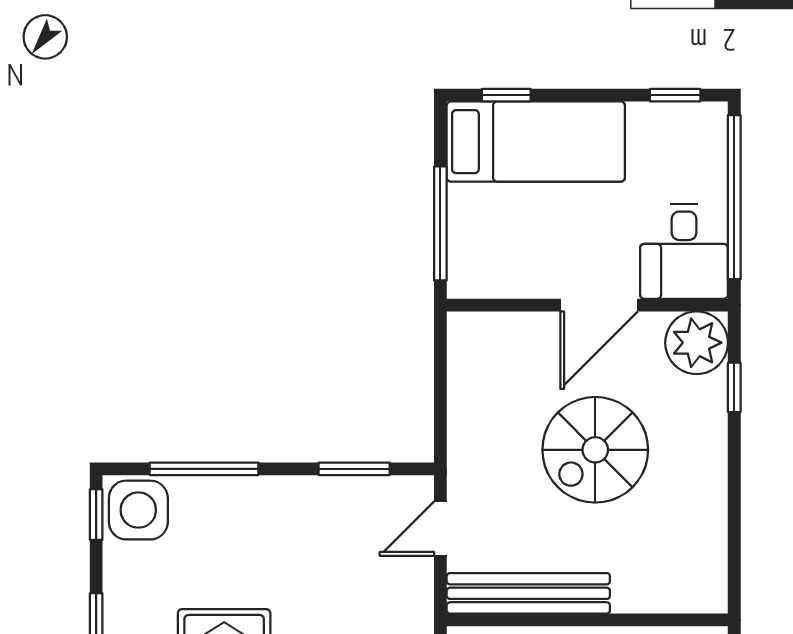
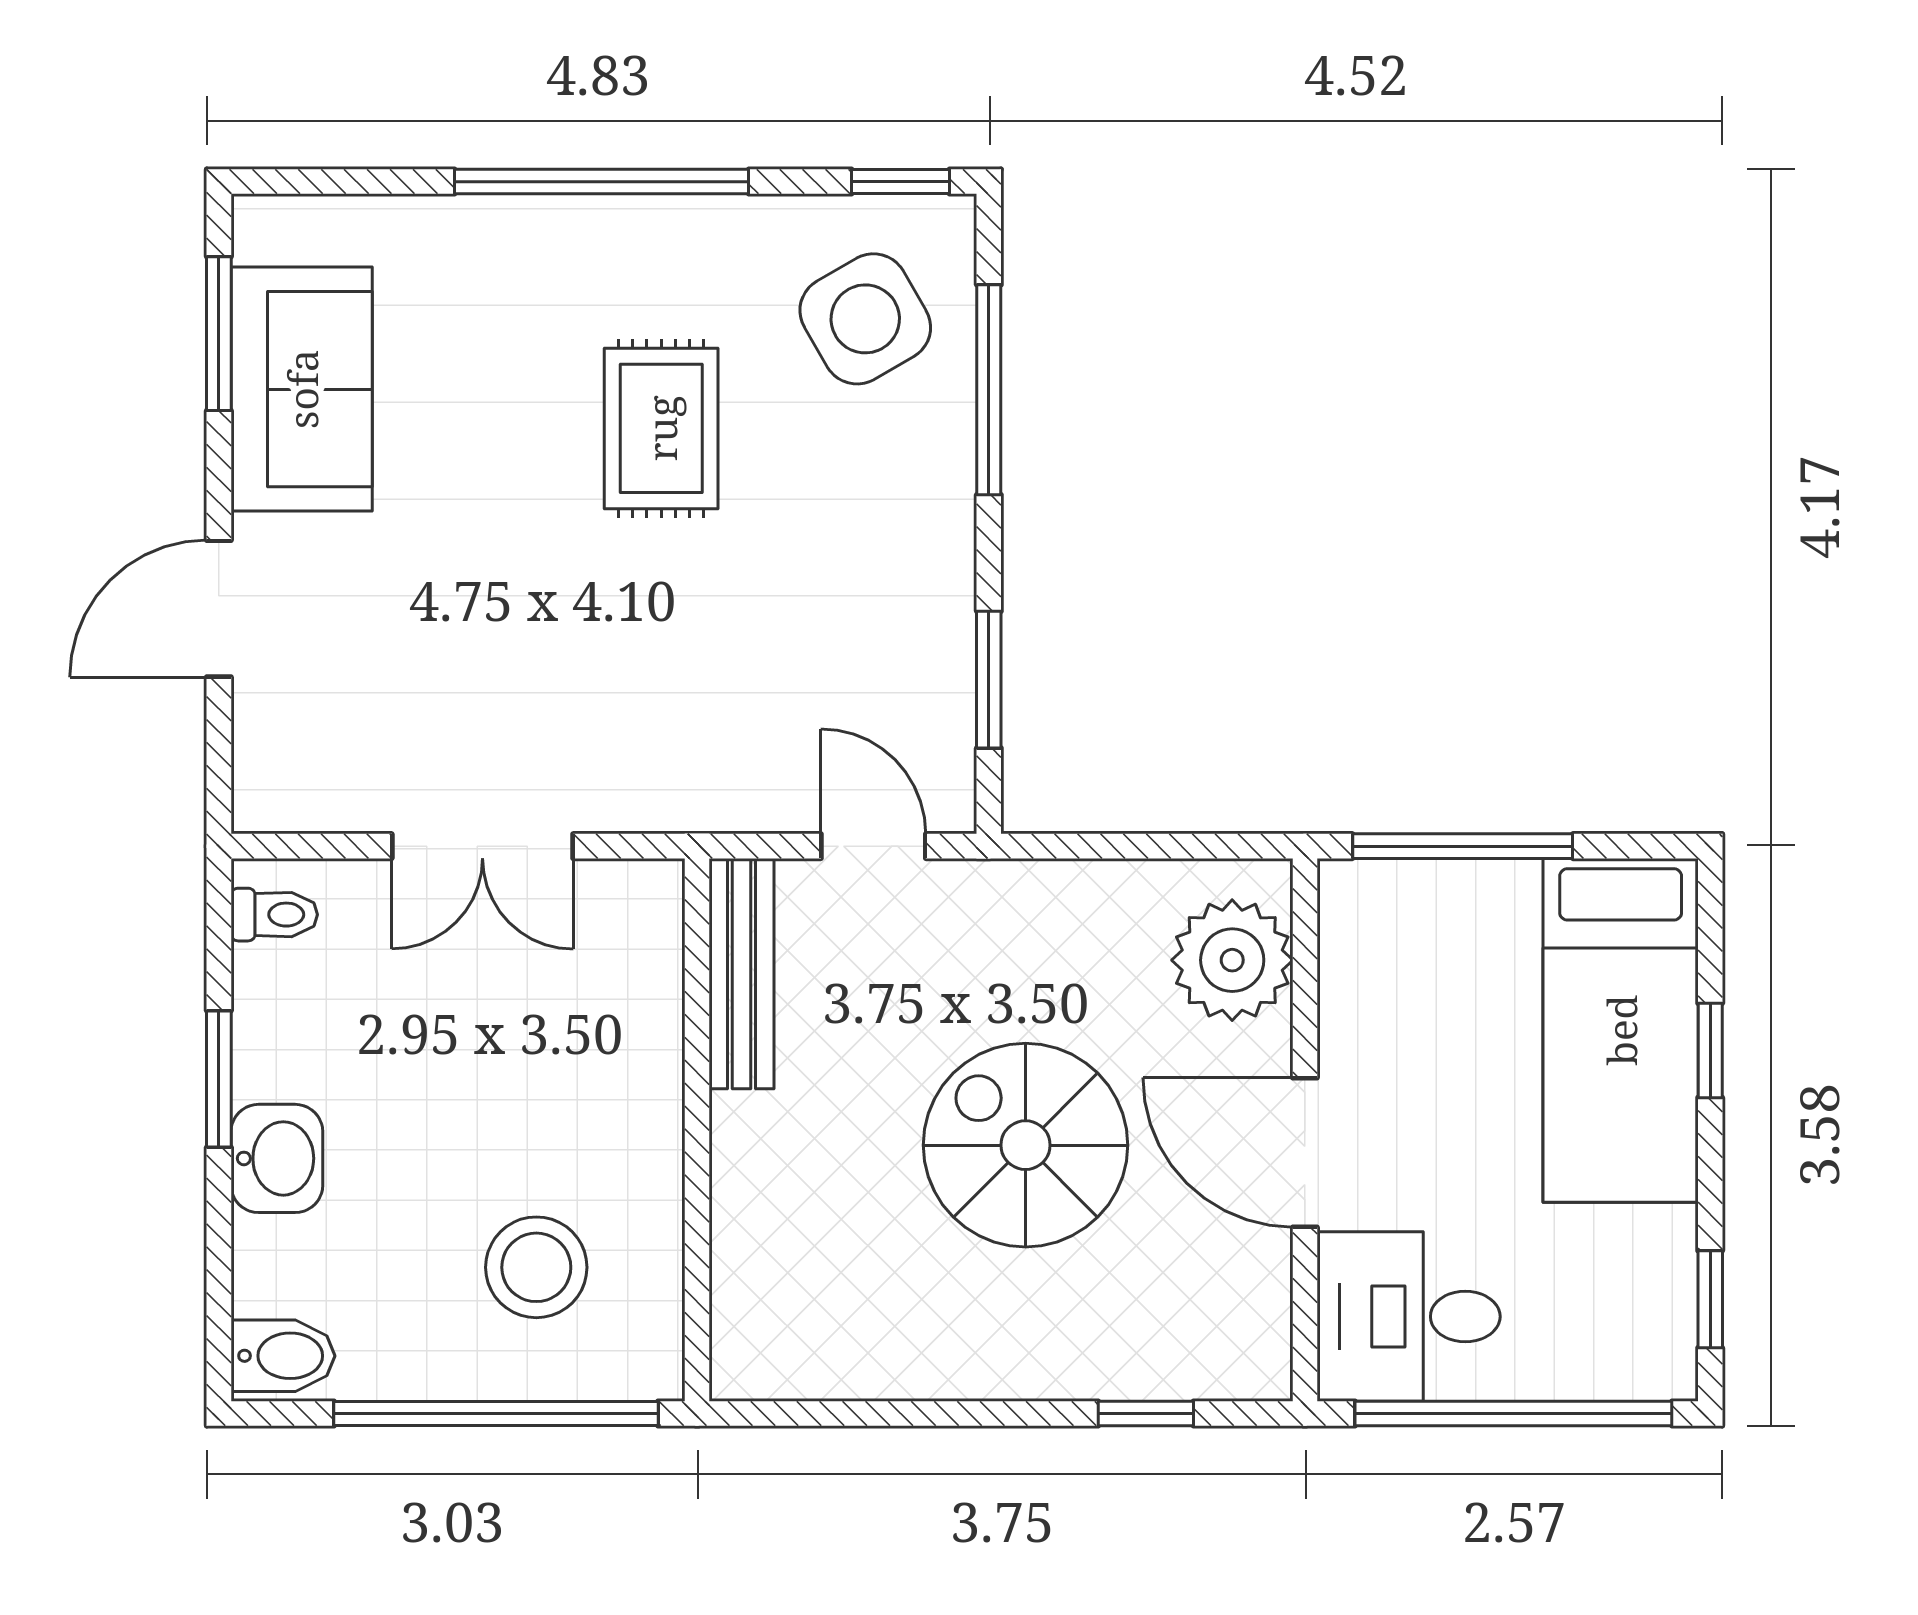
window: (506, 95) -> (1710, 1050), moved
plant: (697, 343) -> (1232, 960), moved
side table: (138, 510) -> (865, 319), moved, turned -30
bench: (528, 593) -> (741, 974), width x0.73, depth x0.82

